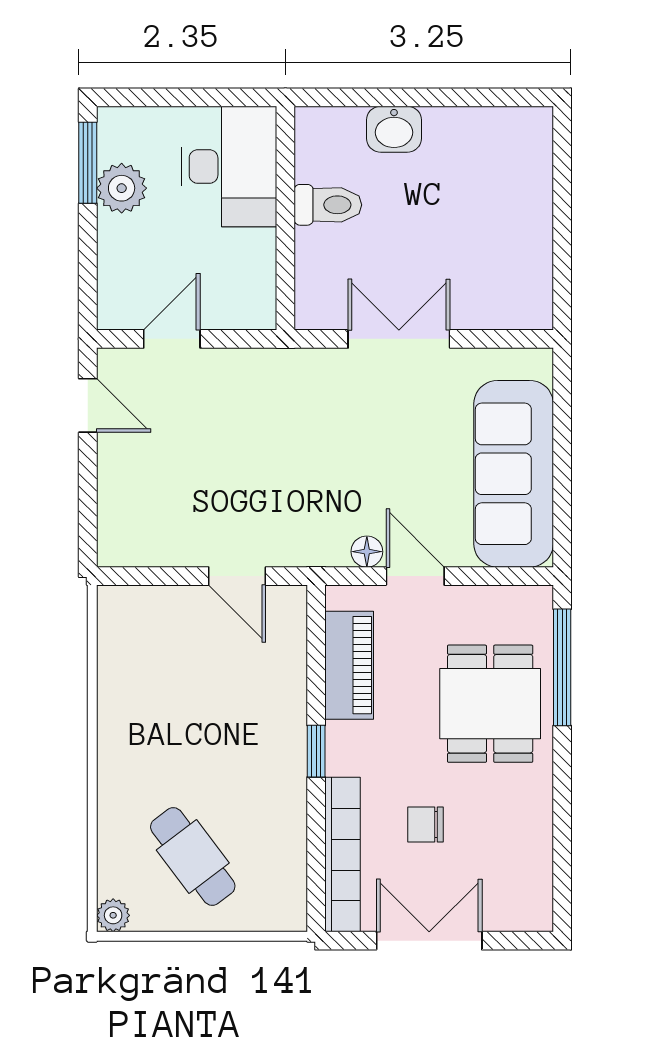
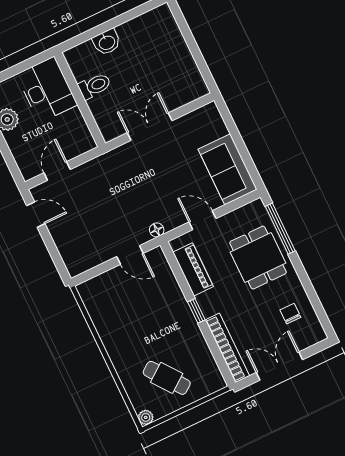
sofa: (514, 474) -> (228, 169), width x0.73
floor lamp: (367, 552) -> (157, 230), moved
chair: (426, 825) -> (290, 314), moved, turned 90

